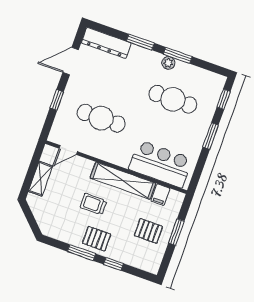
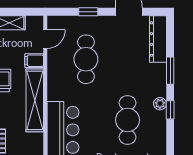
window: (178, 55) -> (170, 110), width x0.67
door: (68, 150) -> (45, 39), swing flipped
filing cabinet: (160, 195) -> (34, 61), moved

